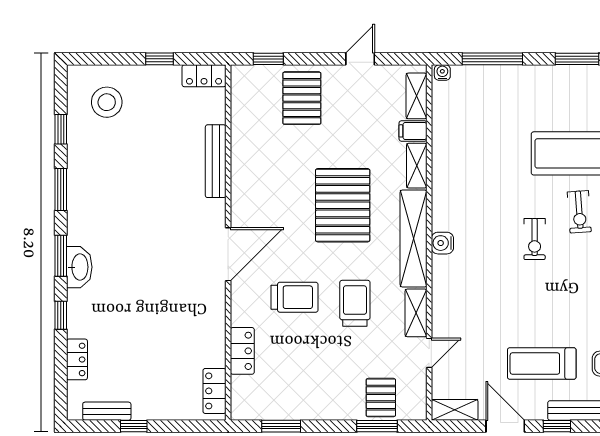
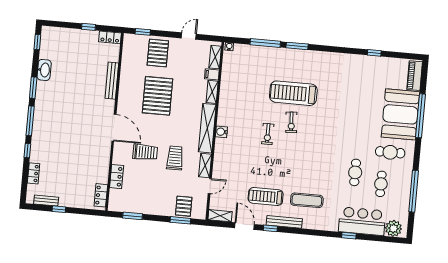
window: (492, 59) -> (265, 43), moved
stool: (107, 102) -> (60, 46), removed
window: (61, 129) -> (37, 42), moved
pallet: (343, 205) -> (158, 96), moved
door: (228, 254) -> (114, 128), hinge flipped
window: (61, 256) -> (30, 121), width x1.44
washbasin: (79, 267) -> (44, 70), moved

